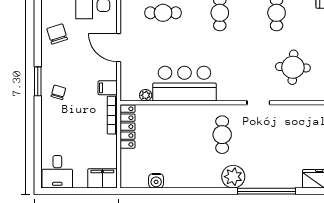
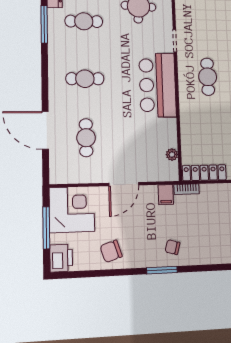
bar counter: (184, 84) -> (158, 85), moved
bookcase: (112, 115) -> (187, 189), width x0.64
cafe table: (222, 135) -> (208, 77), turned 90

